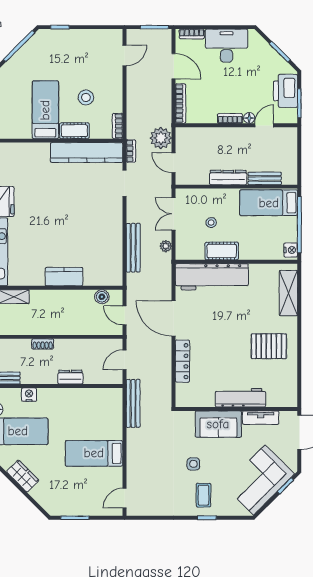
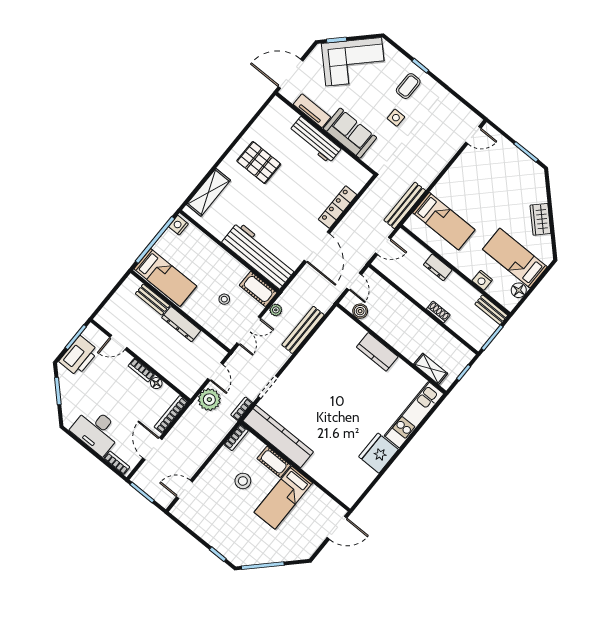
floor lamp: (249, 118) -> (156, 383), moved
cot: (222, 251) -> (258, 289), moved
bed: (94, 453) -> (444, 221), moved

